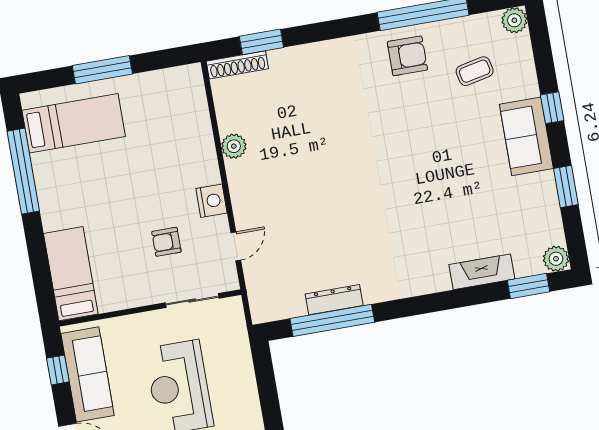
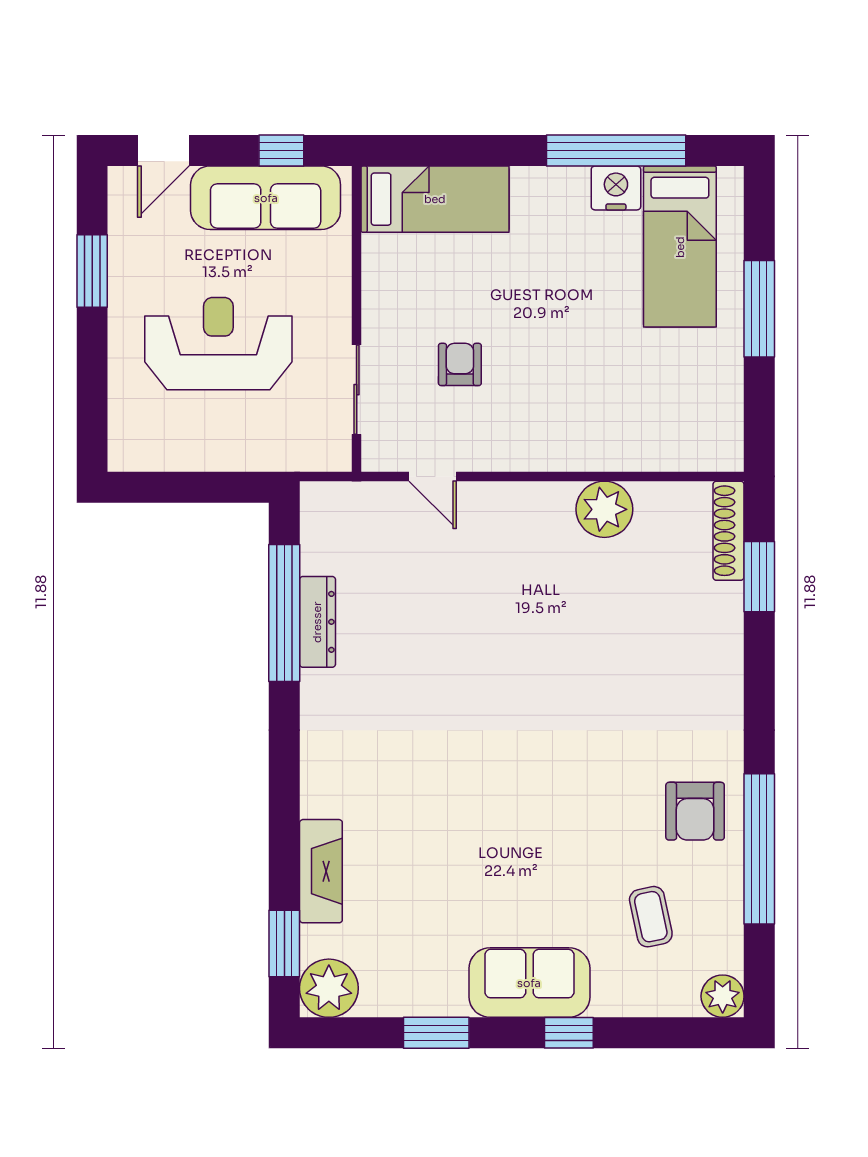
plant: (234, 146) -> (604, 509), width x1.36, depth x1.36
nightstand: (211, 201) -> (616, 188), moved, turned 180
plant: (556, 259) -> (329, 988), width x1.36, depth x1.36

